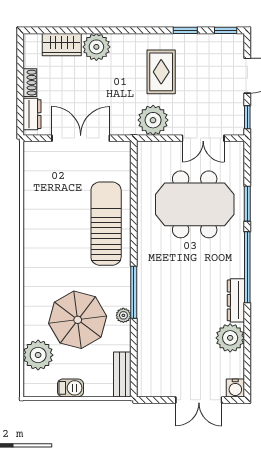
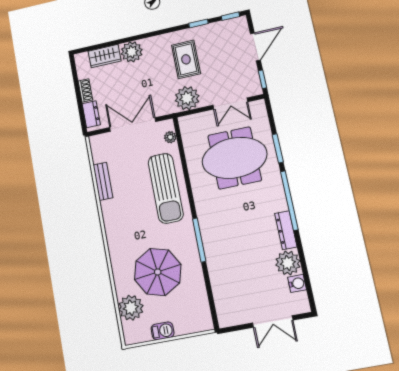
sun lounger: (106, 224) -> (166, 188), turned 180
plant: (123, 315) -> (170, 137), moved
bench: (122, 375) -> (103, 181), moved
water cooler: (235, 388) -> (297, 283), moved, turned -90

